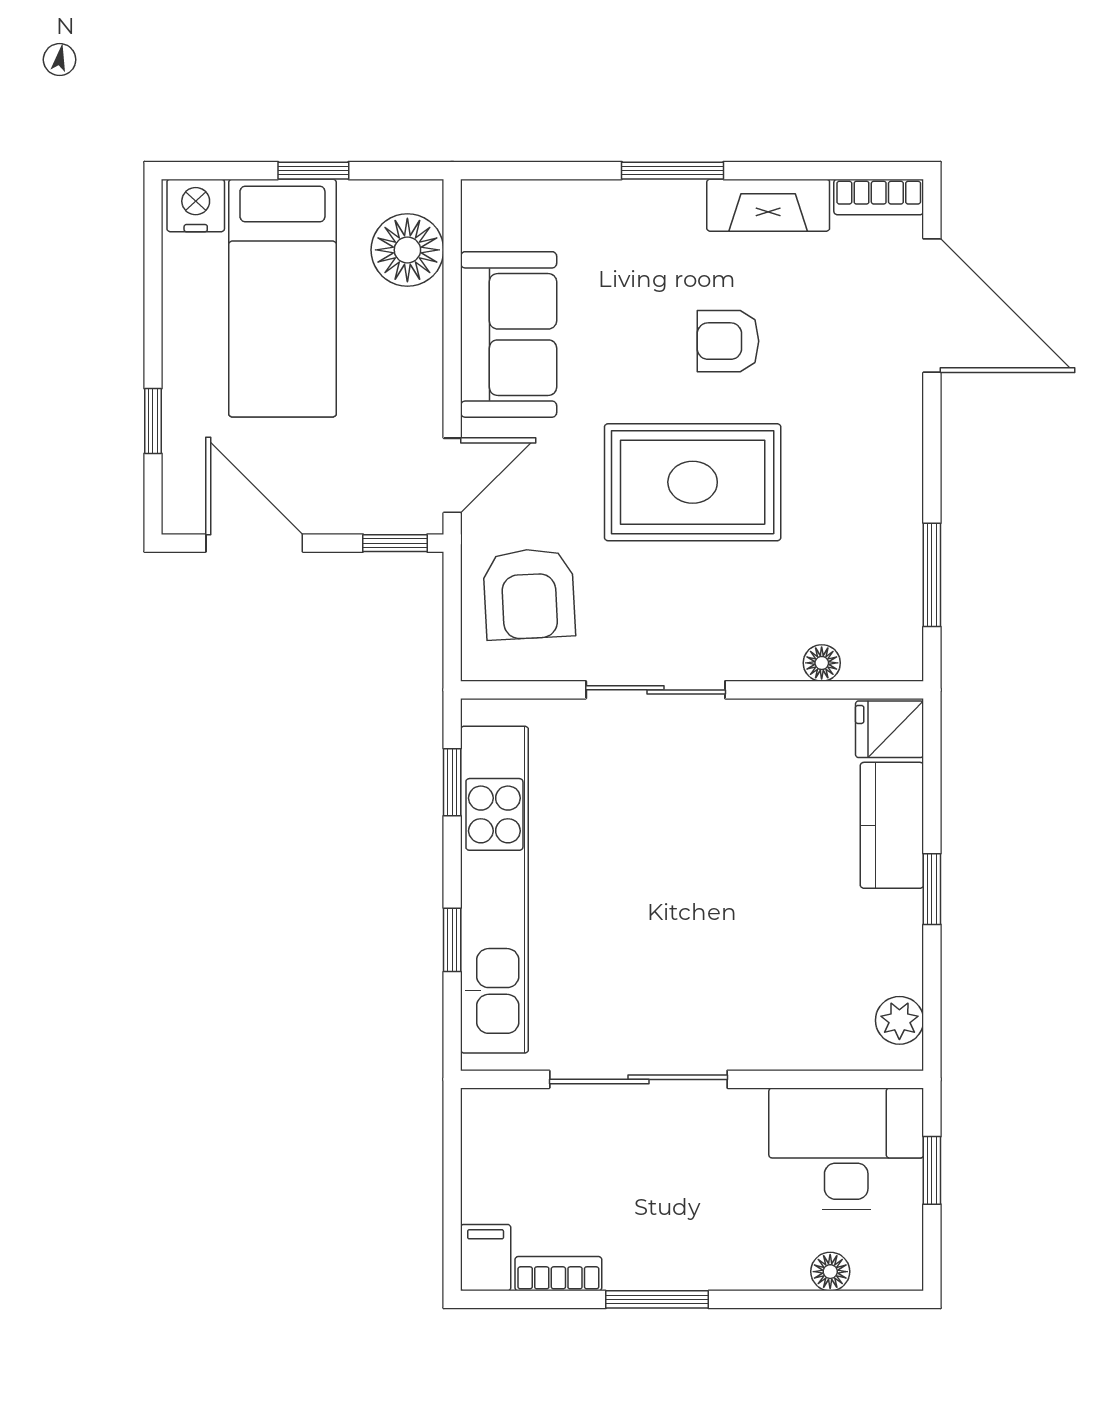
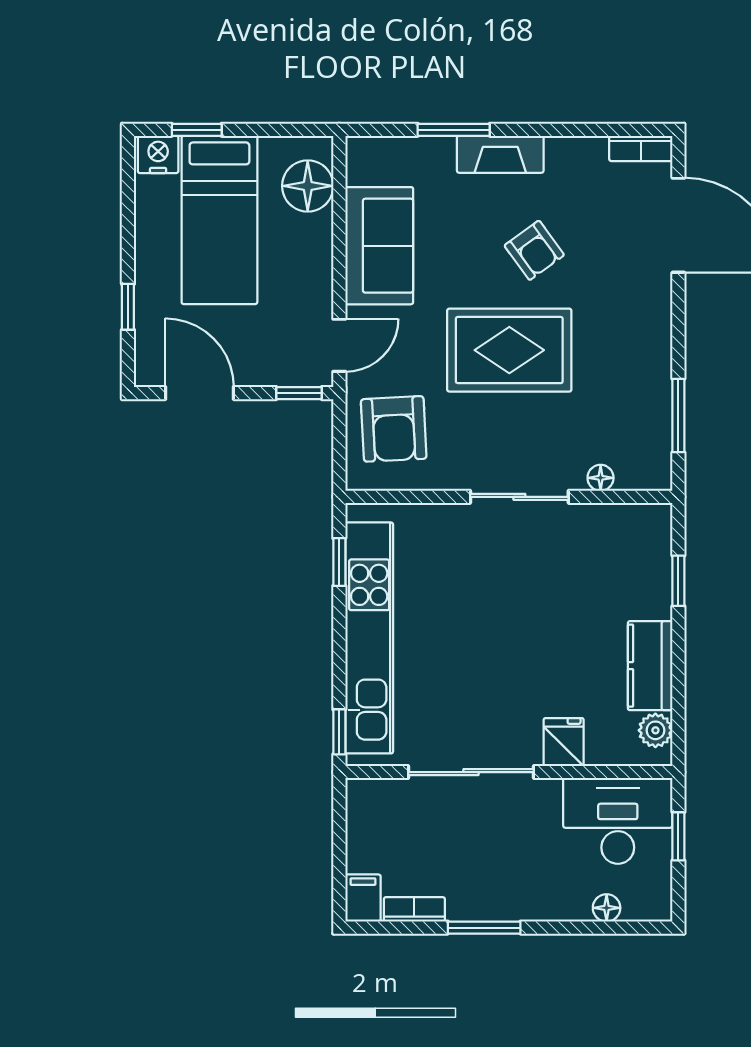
window: (313, 171) -> (197, 130), moved
window: (673, 171) -> (454, 130), moved
fireplace: (768, 205) -> (500, 154), moved
armchair: (728, 341) -> (534, 250), turned -126
sliding door: (656, 690) -> (519, 497), moved
fridge: (890, 729) -> (564, 742), moved, turned 90
kitchen counter: (892, 825) -> (650, 666), moved
window: (932, 889) -> (678, 581), moved
window: (452, 940) -> (339, 732), moved

